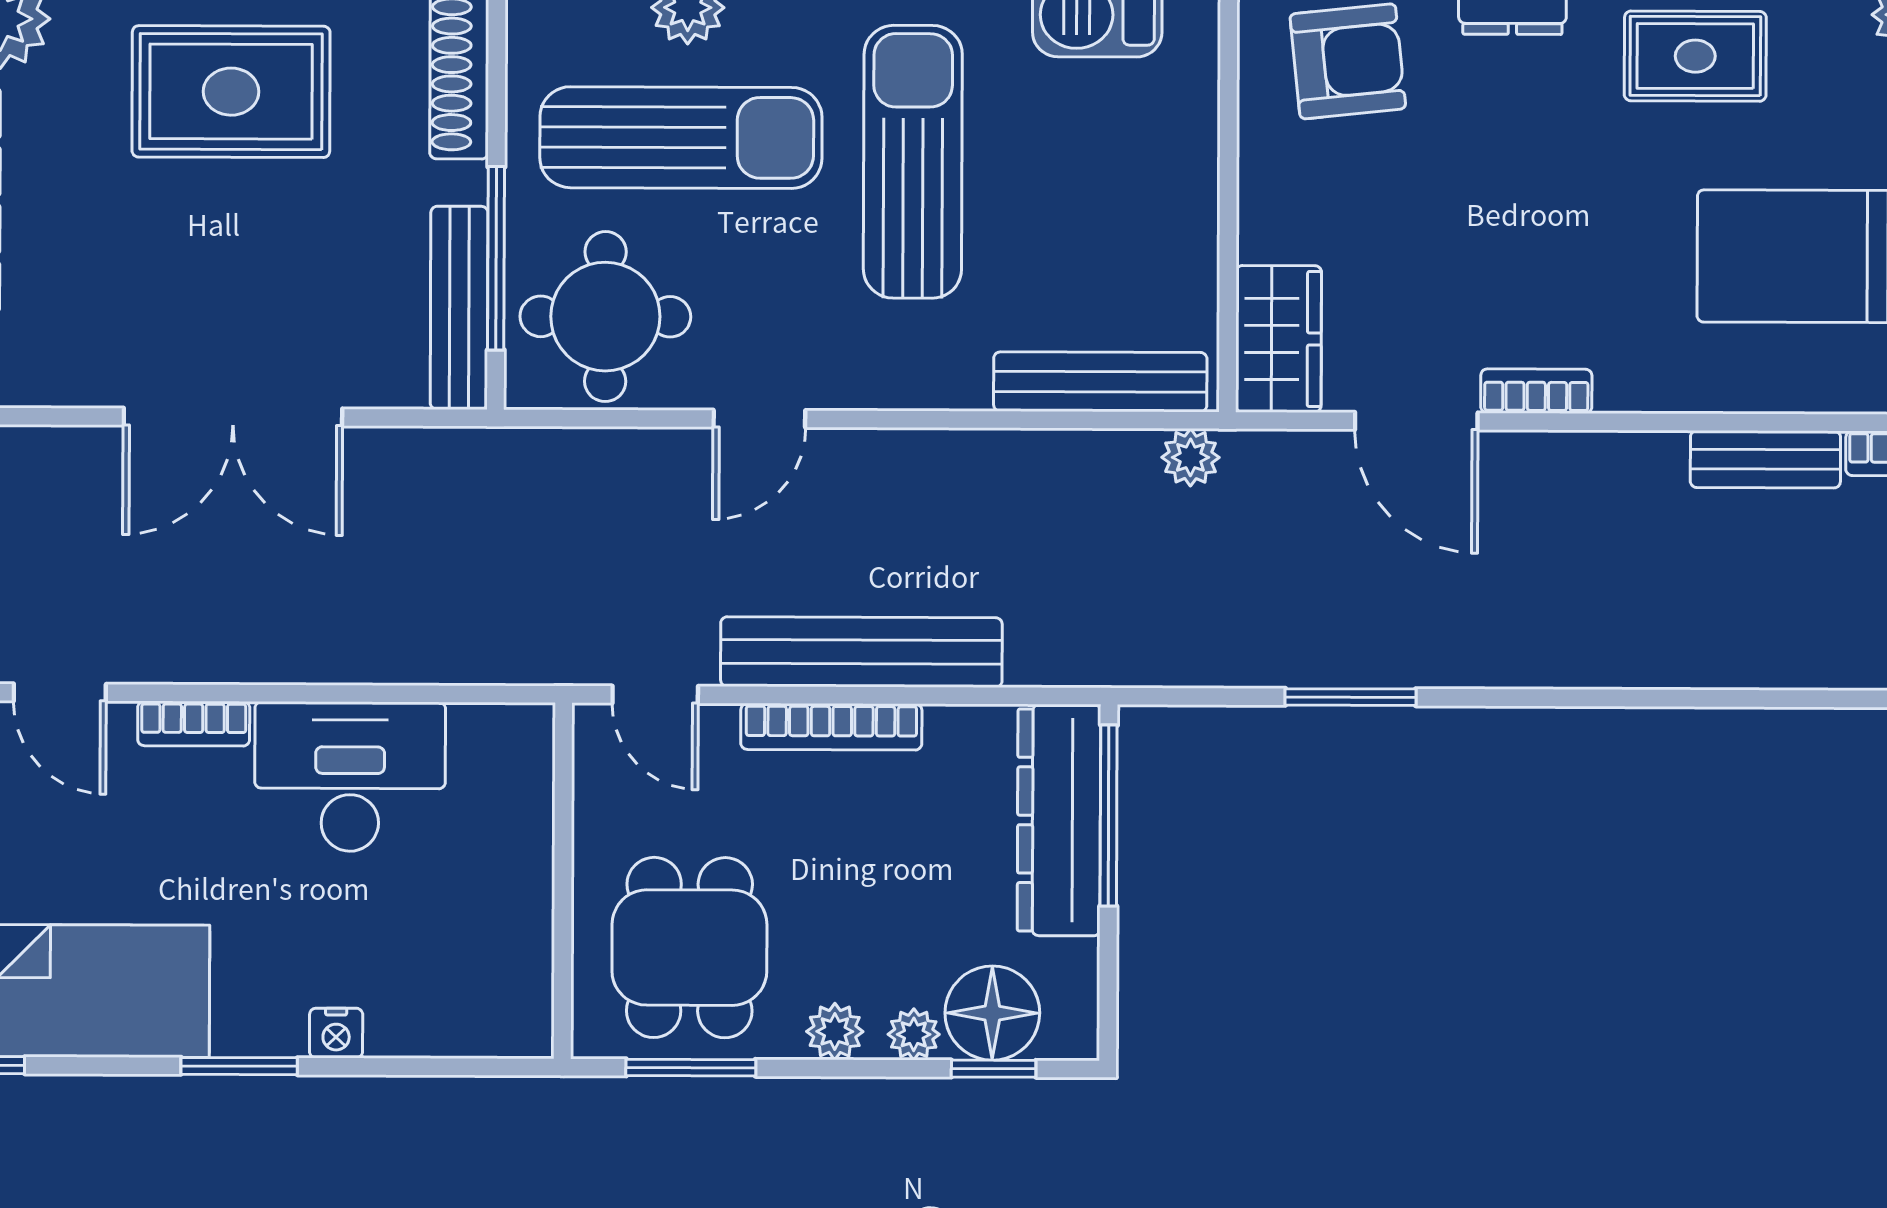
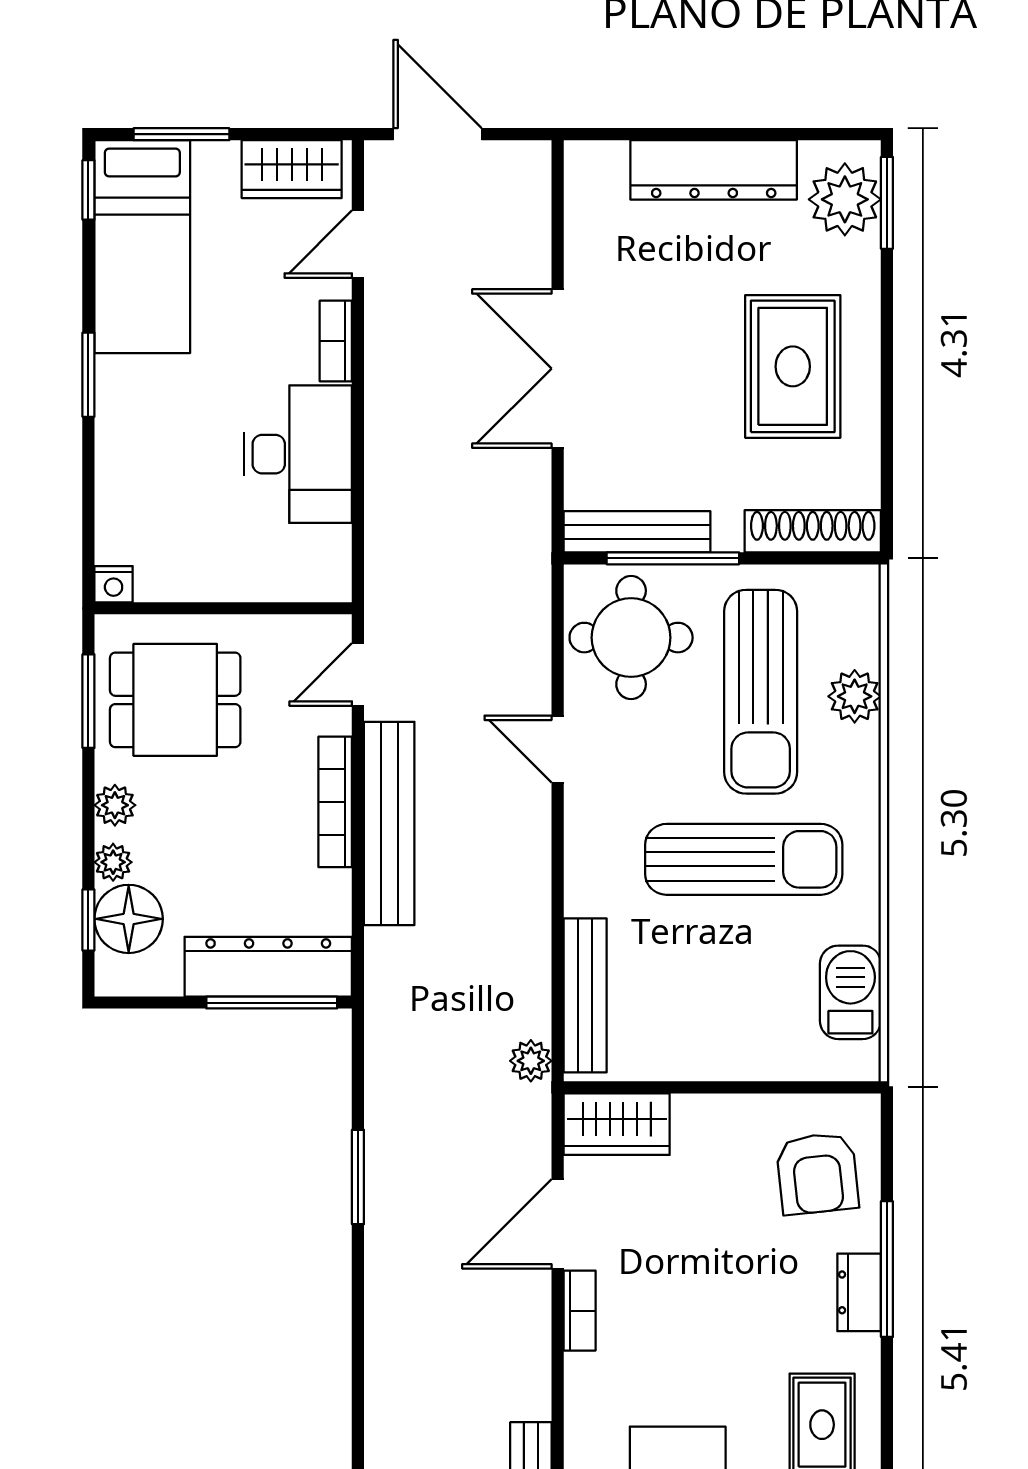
nightstand: (336, 1033) -> (114, 584), moved, turned -90

